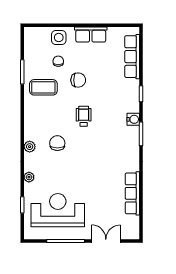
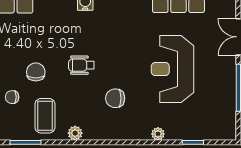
plant: (30, 147) -> (75, 133), moved
reception desk: (58, 210) -> (173, 69), moved

